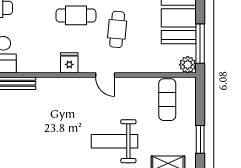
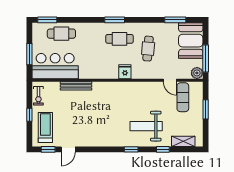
fridge: (69, 63) -> (125, 72), moved
door: (105, 75) -> (170, 80), moved
window: (200, 139) -> (206, 109), moved

